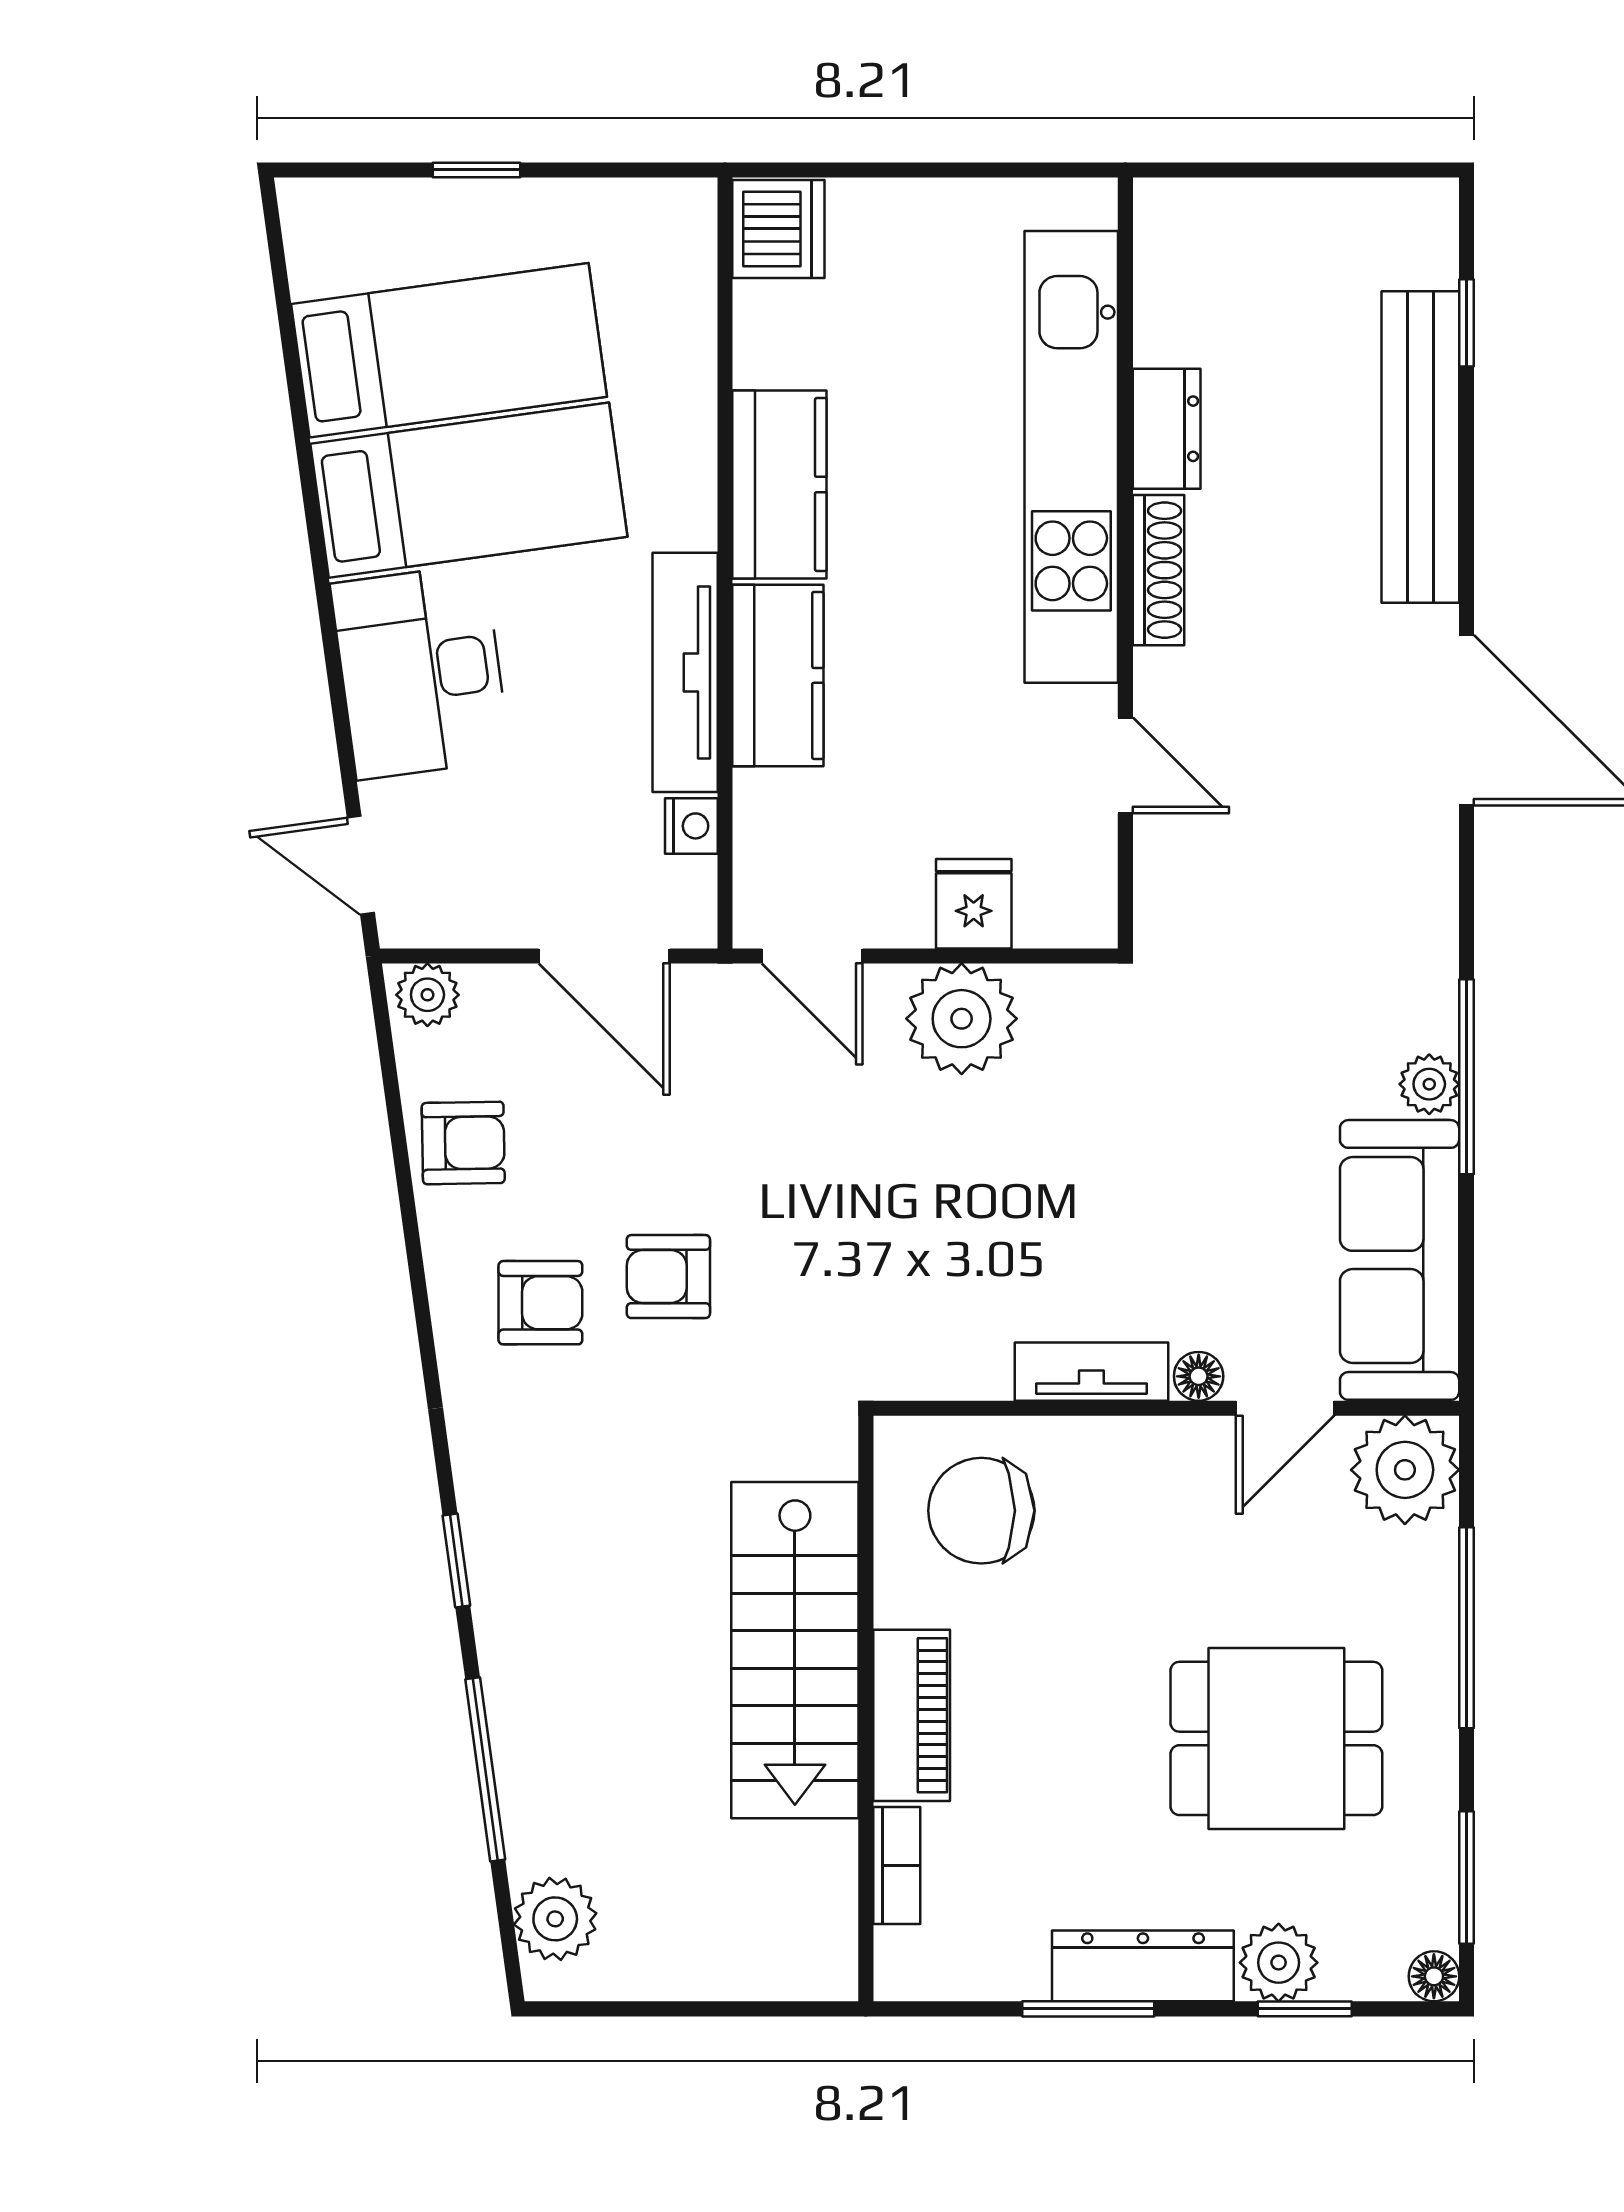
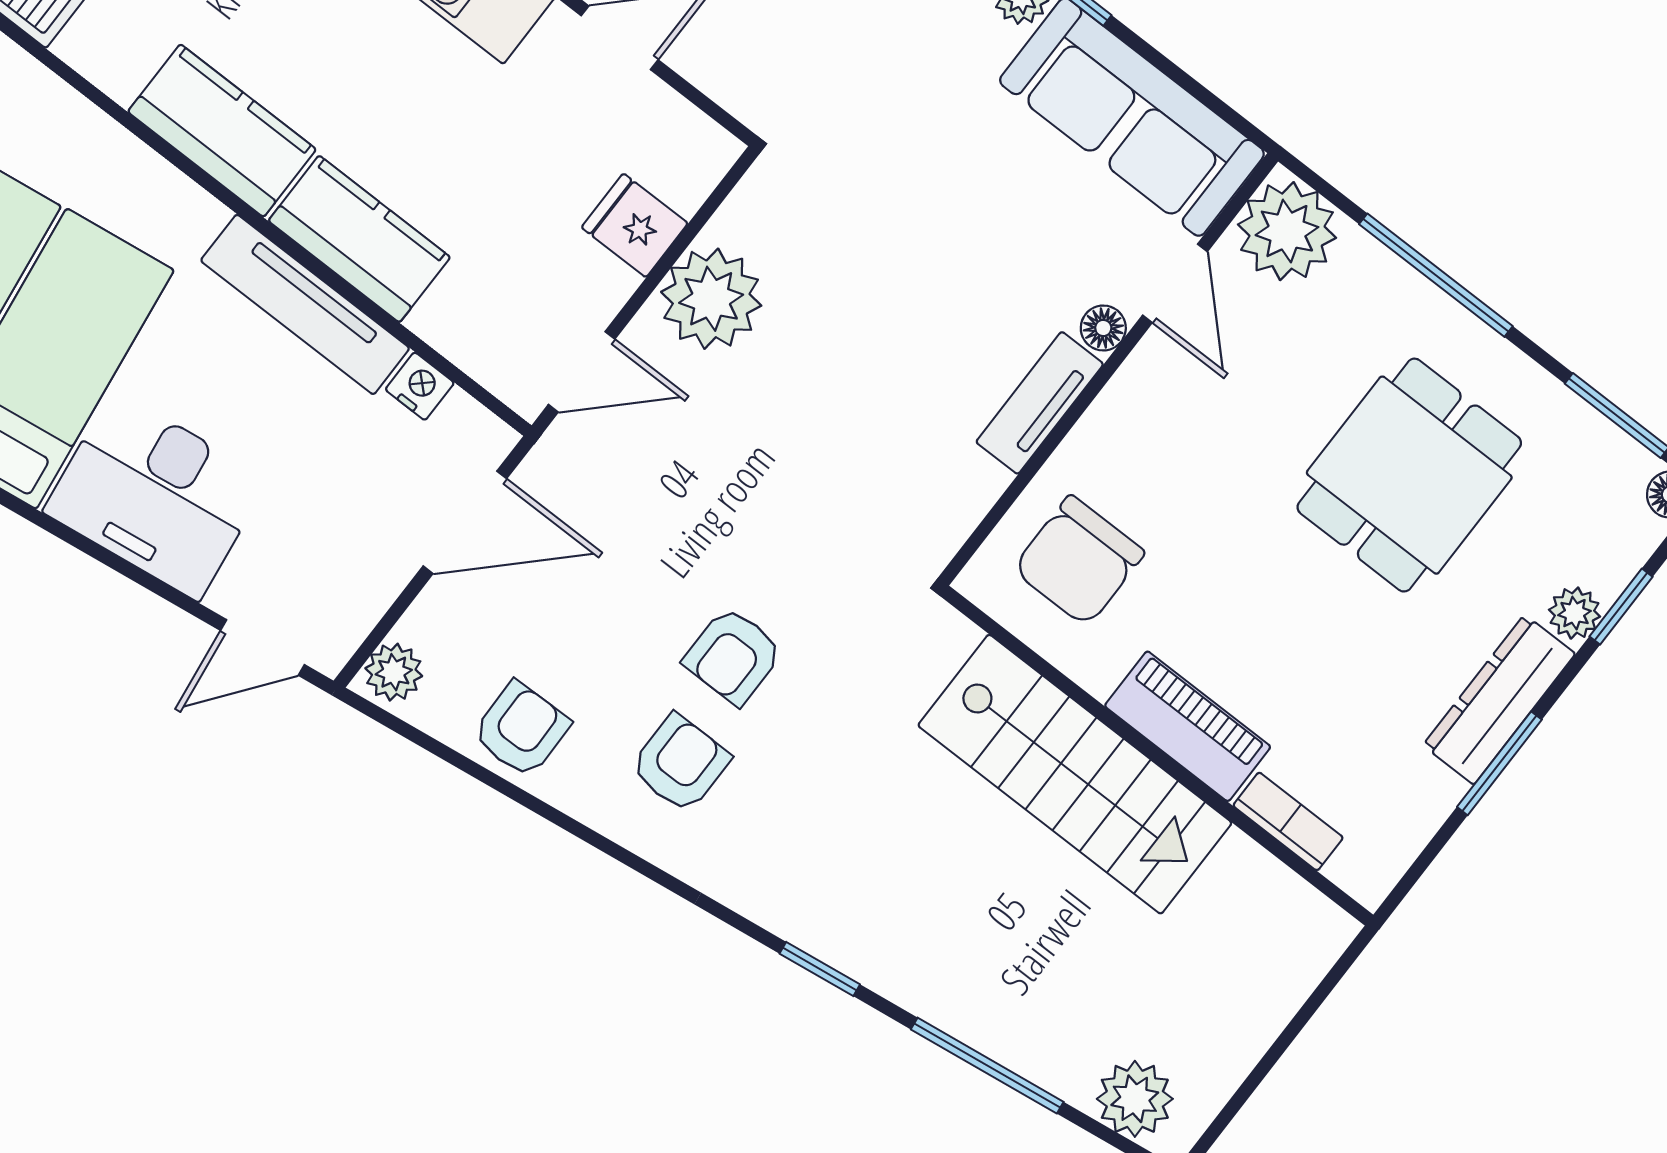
plant: (1279, 1963) -> (1575, 613), width x0.73, depth x0.73

